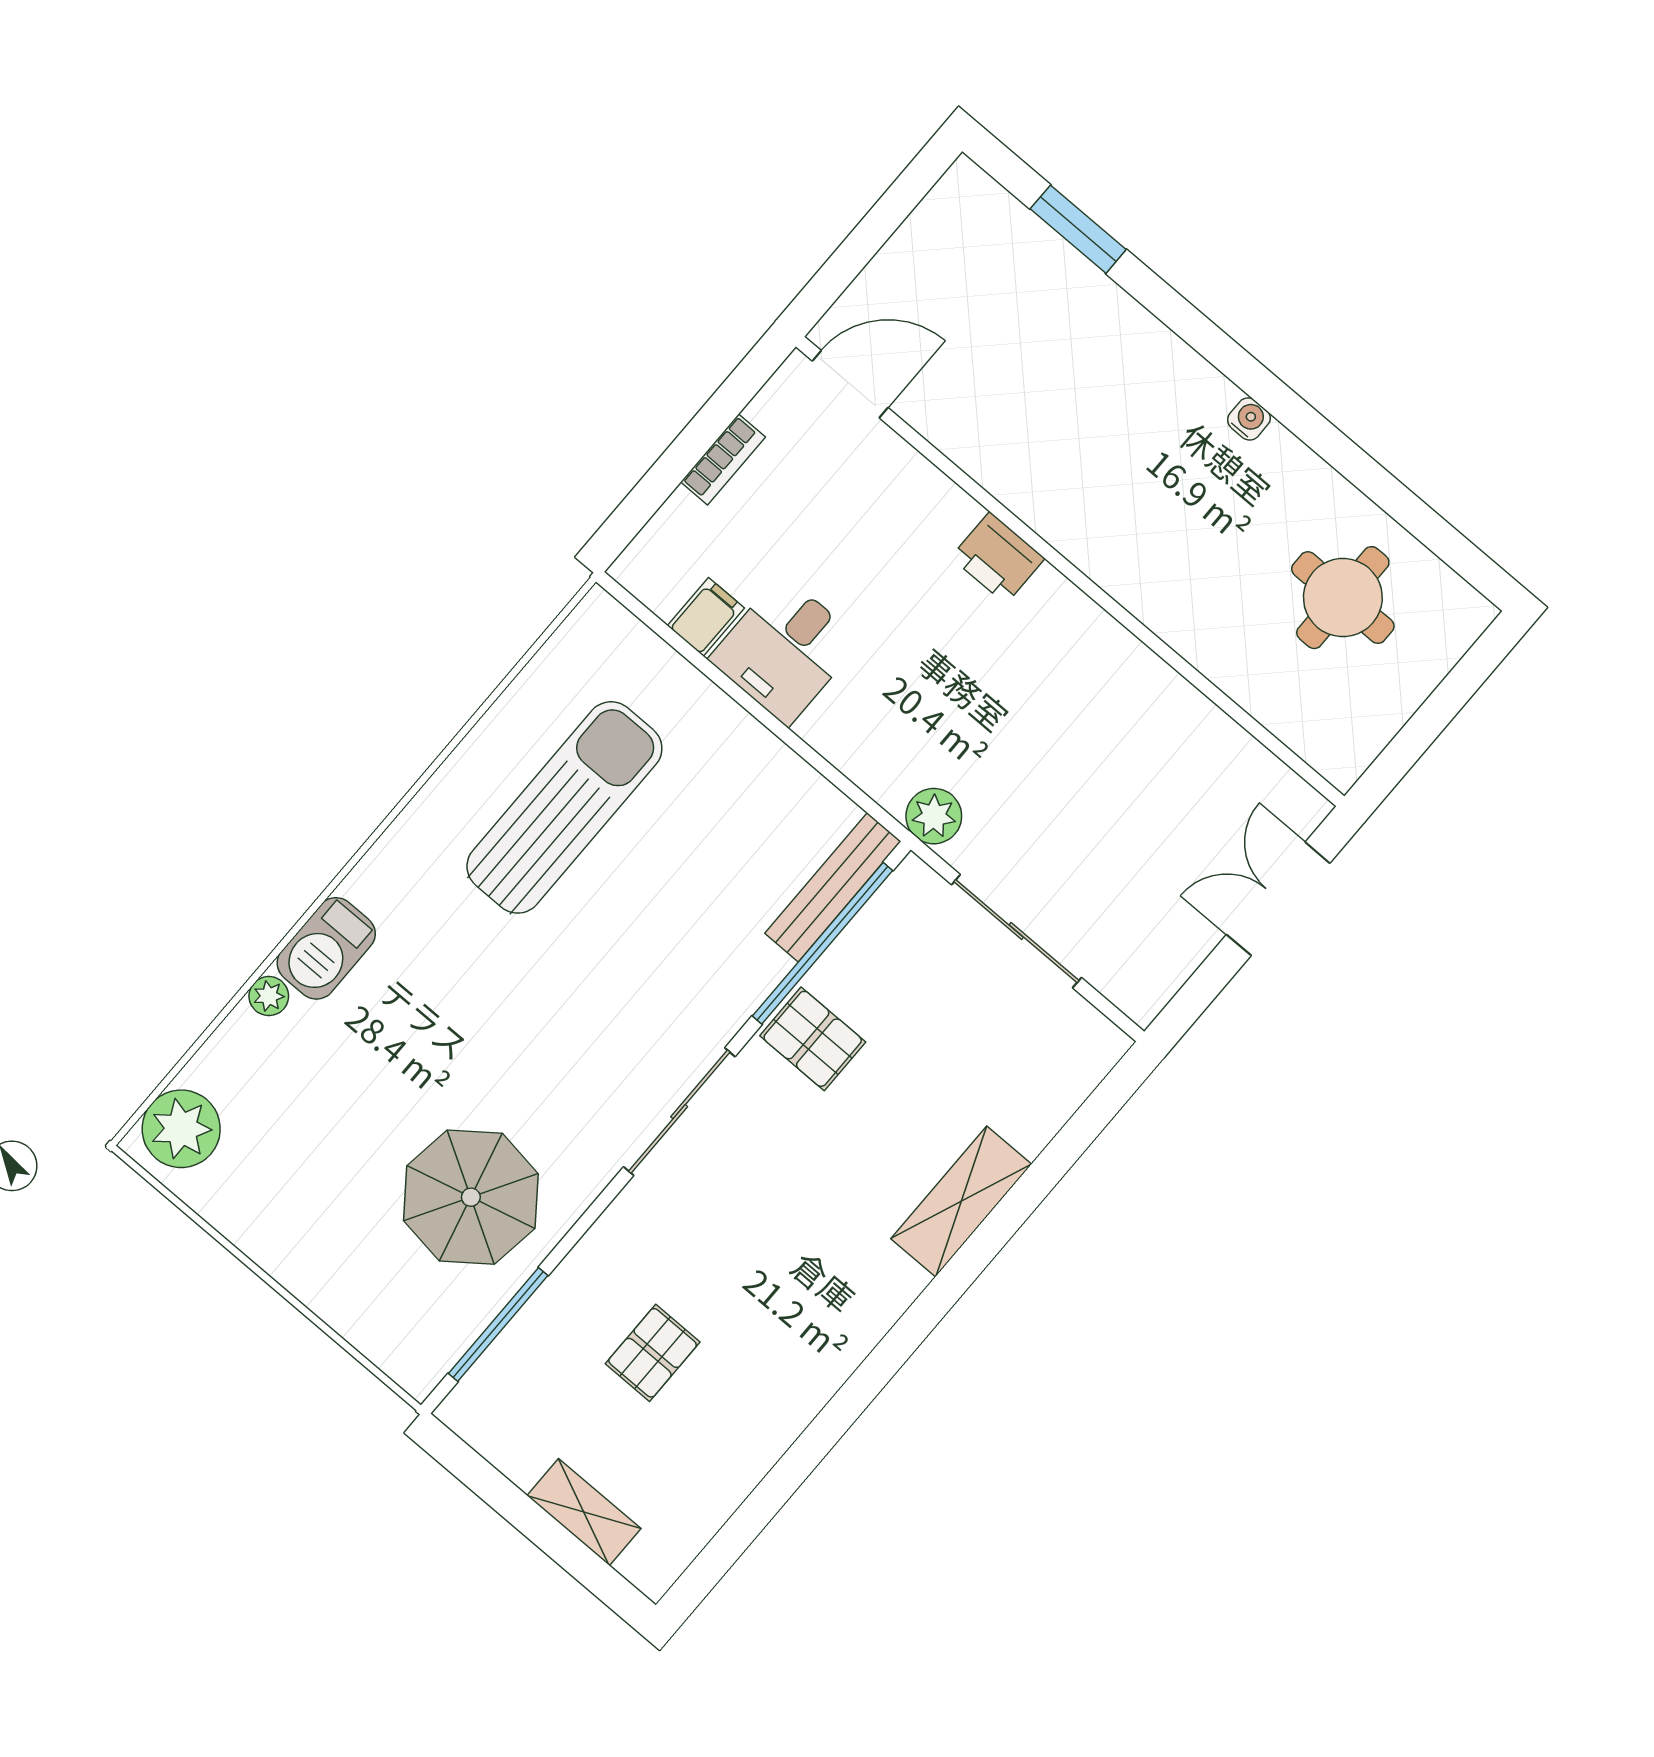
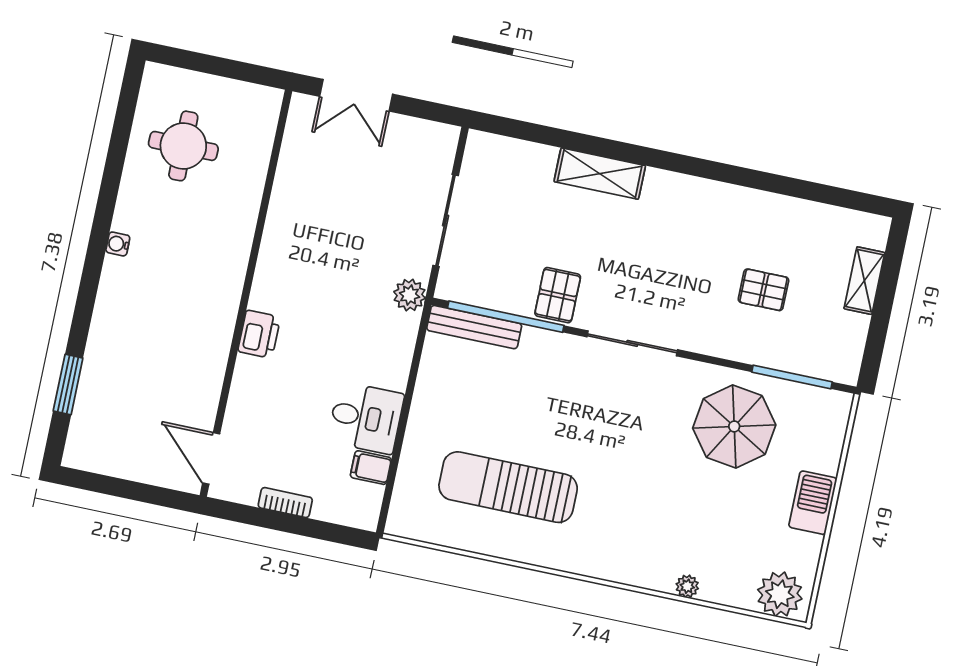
barbecue: (326, 948) -> (813, 503), moved, turned -90

